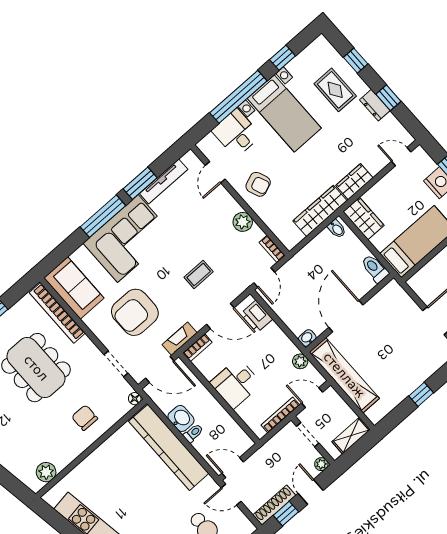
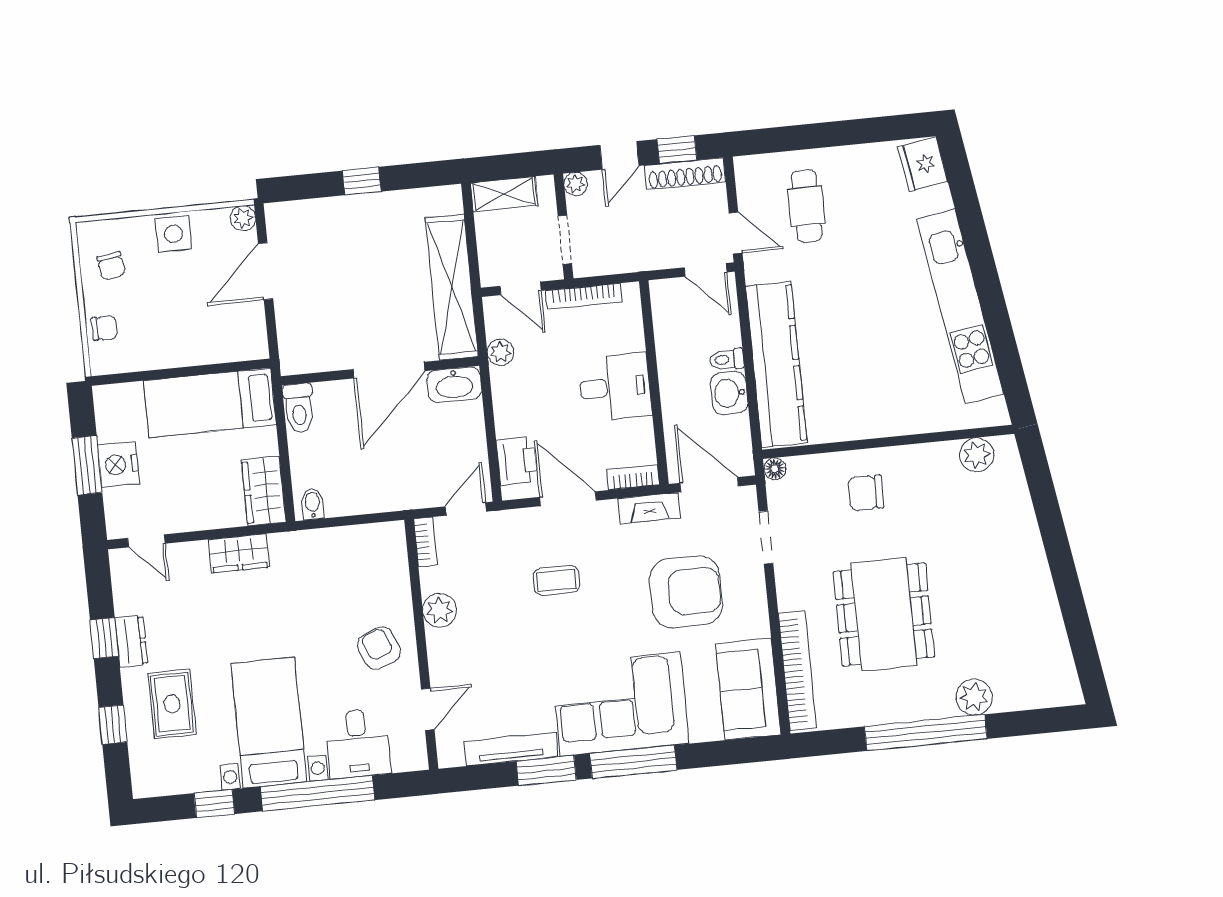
wardrobe: (320, 211) -> (318, 547), removed
washbasin: (307, 338) -> (454, 385), width x1.91, depth x1.45
chair: (85, 418) -> (866, 493), turned 90

